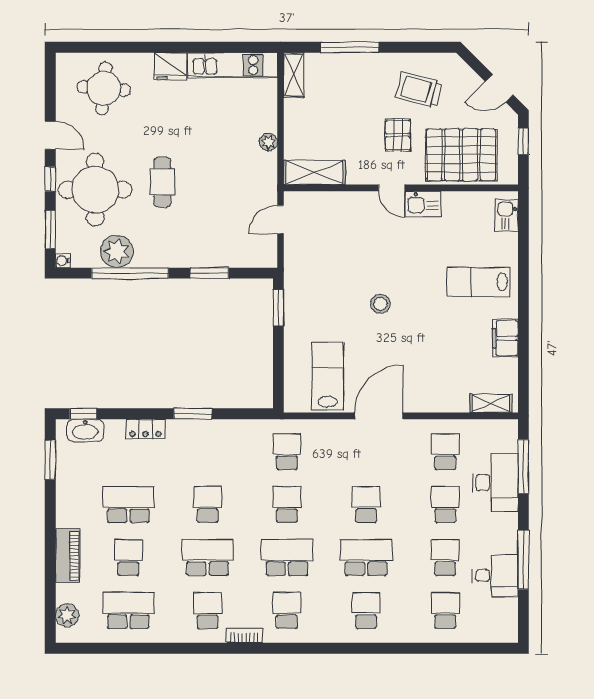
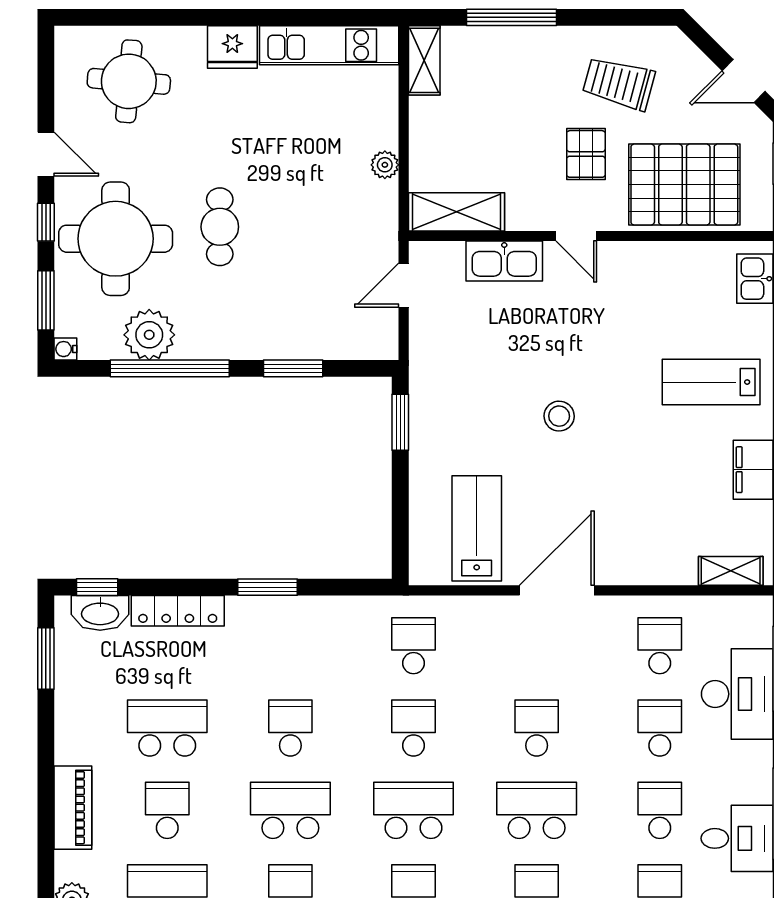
kitchen sink: (423, 204) -> (504, 261), moved, width x1.38
locker: (145, 429) -> (178, 611), width x1.53

